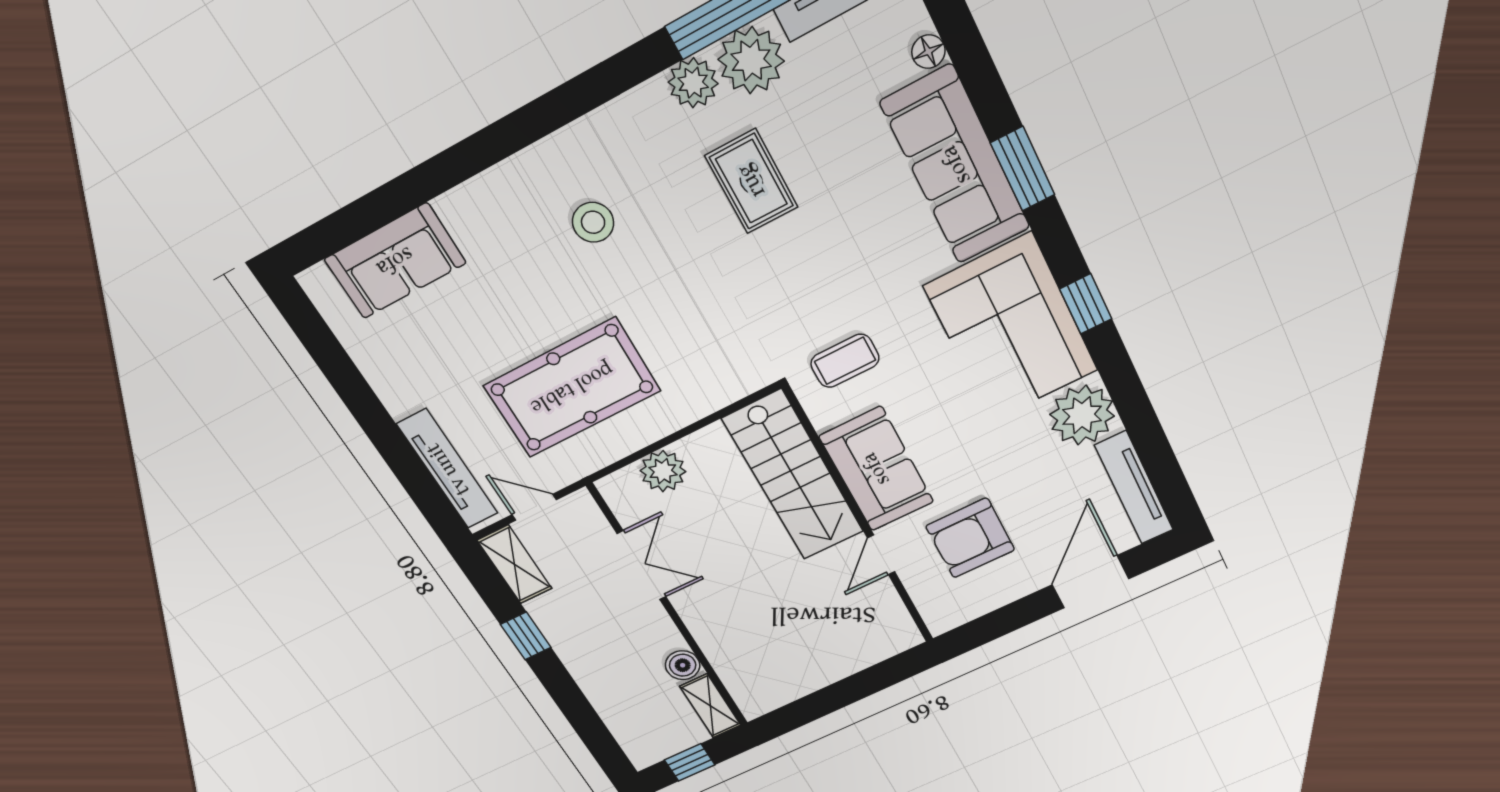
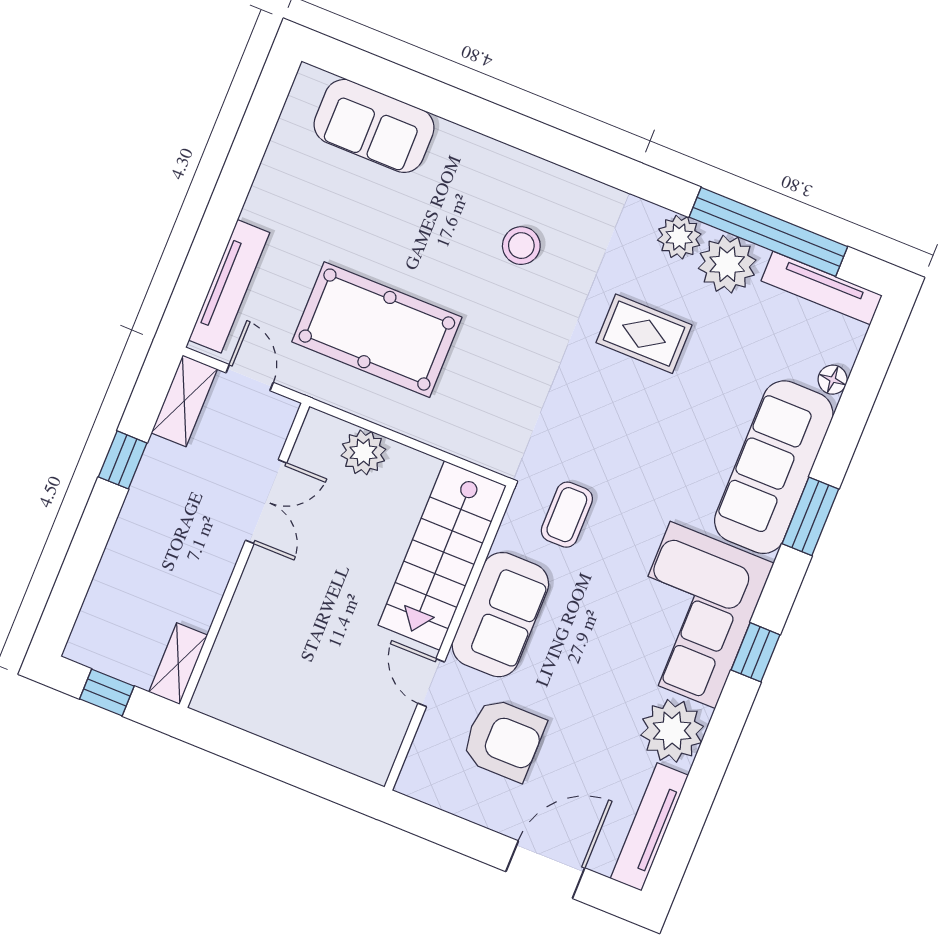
rug: (751, 181) -> (644, 334), turned 90
coffee table: (845, 361) -> (567, 515), turned 90
armchair: (970, 538) -> (503, 739), turned 180
door: (881, 555) -> (431, 683), hinge flipped
boiler: (683, 665) -> (199, 609), removed

